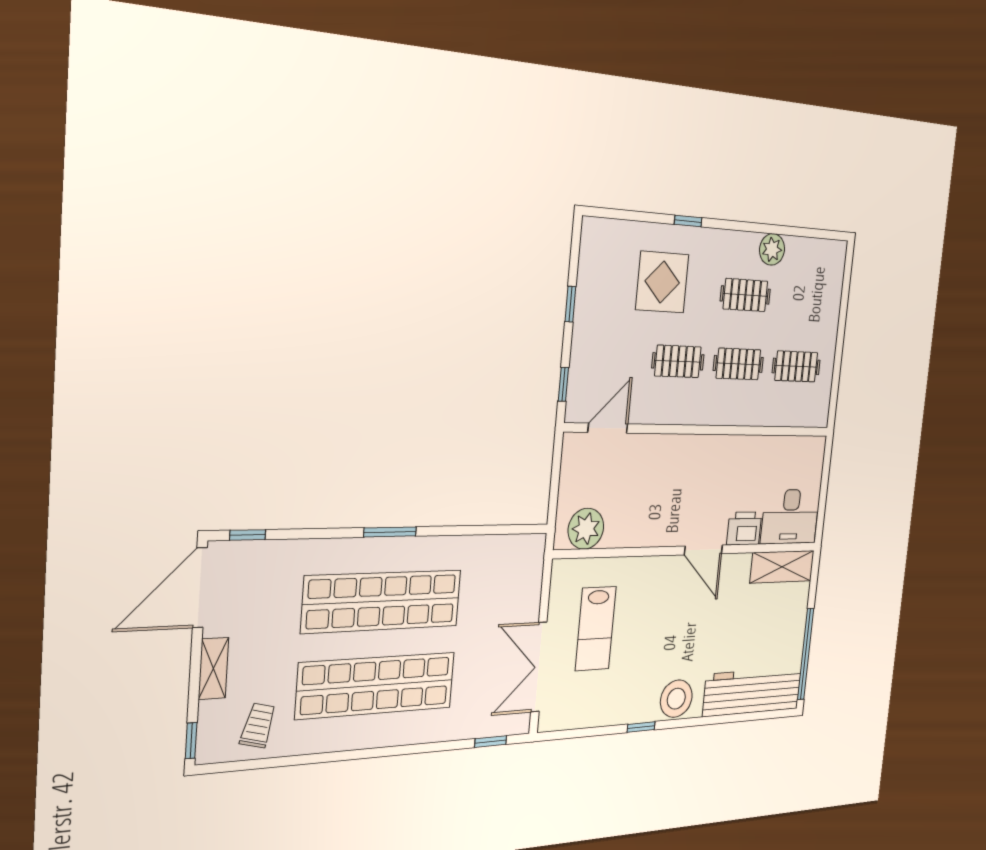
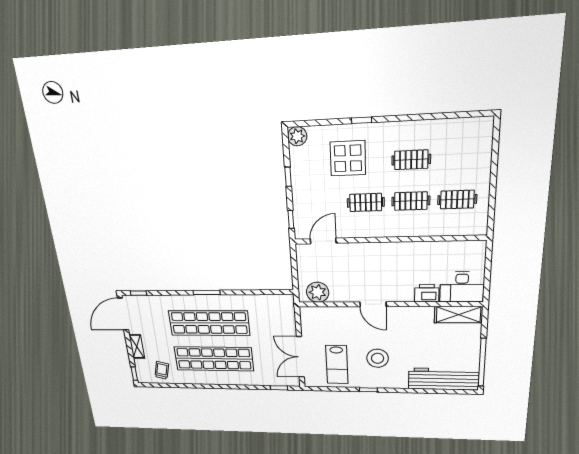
plant: (772, 249) -> (297, 136), moved
door: (703, 550) -> (373, 304), moved
lab bench: (596, 629) -> (337, 365), moved
stool: (676, 699) -> (378, 358), moved

